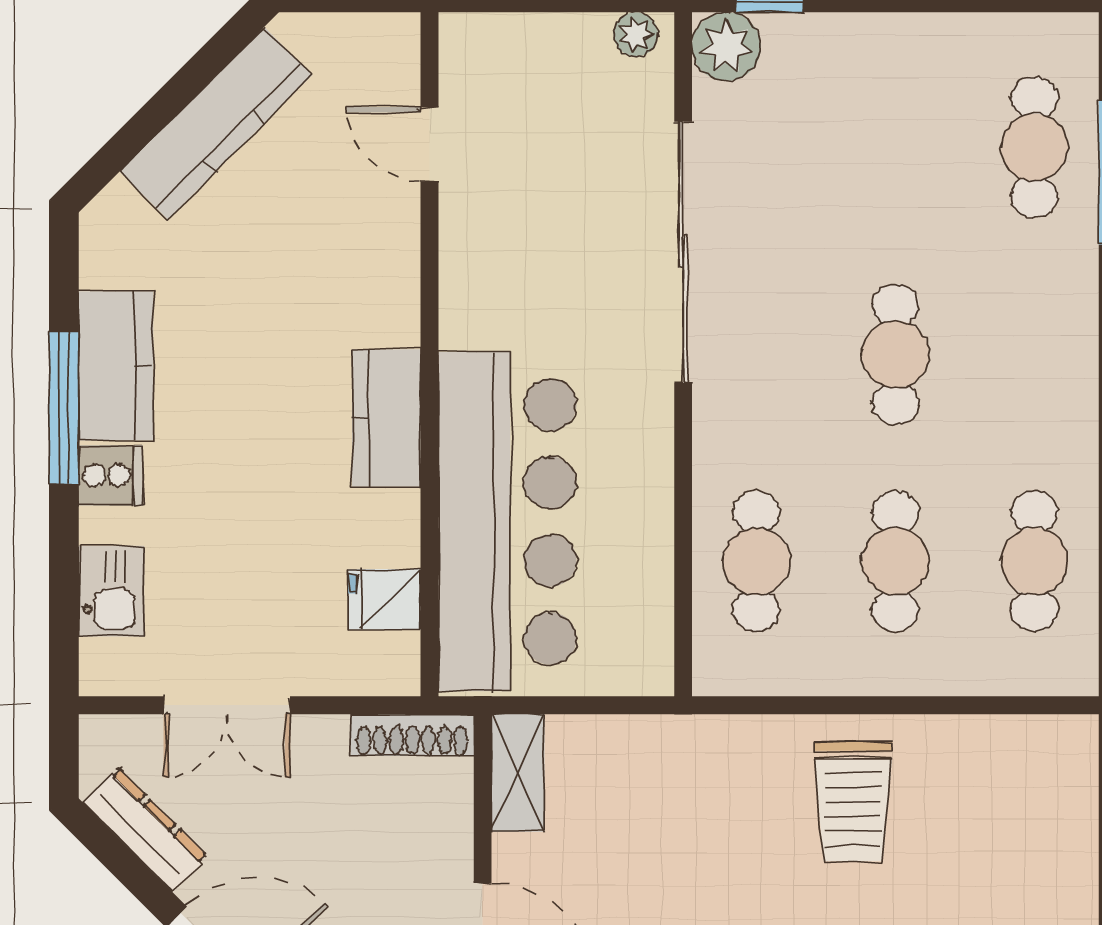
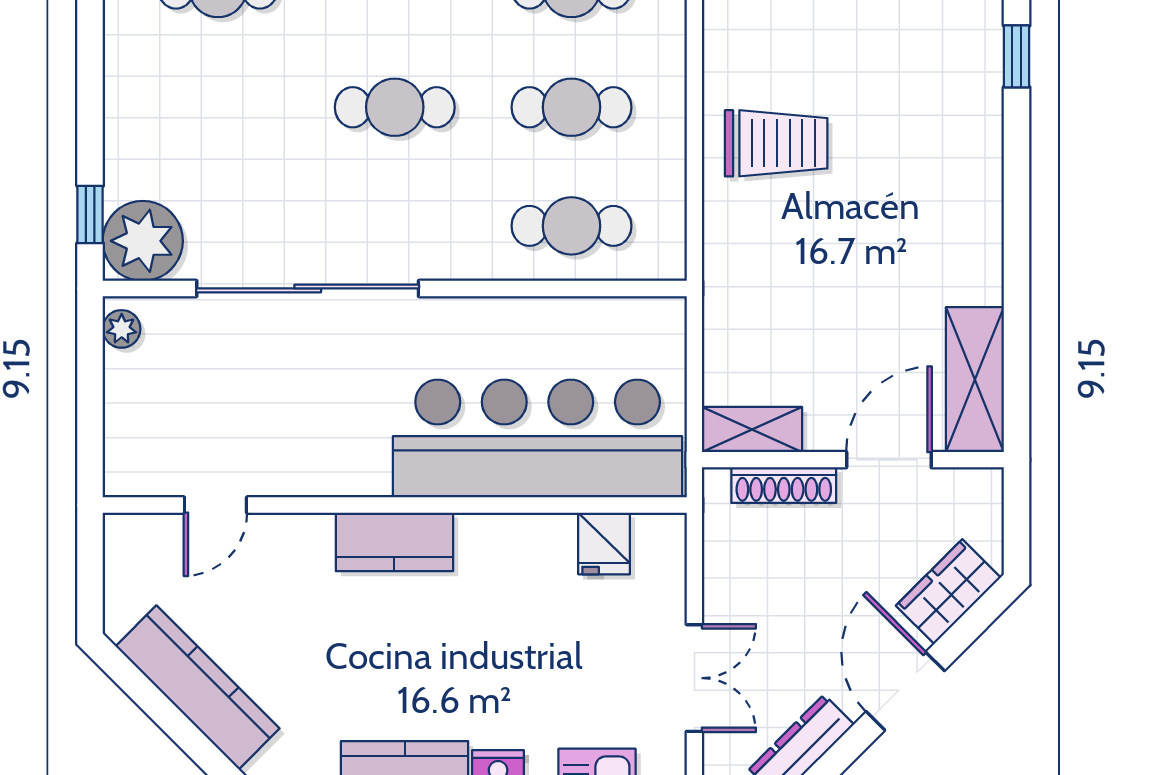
plant: (726, 47) -> (143, 241), width x1.36, depth x1.36
kitchen counter: (386, 418) -> (394, 542), moved
shoe rack: (412, 735) -> (784, 485), moved, turned 90

